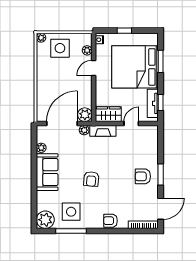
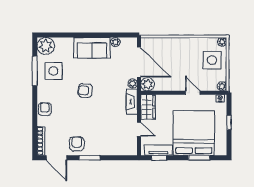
plant: (87, 50) -> (222, 86), moved
armchair: (143, 176) -> (77, 144), moved

